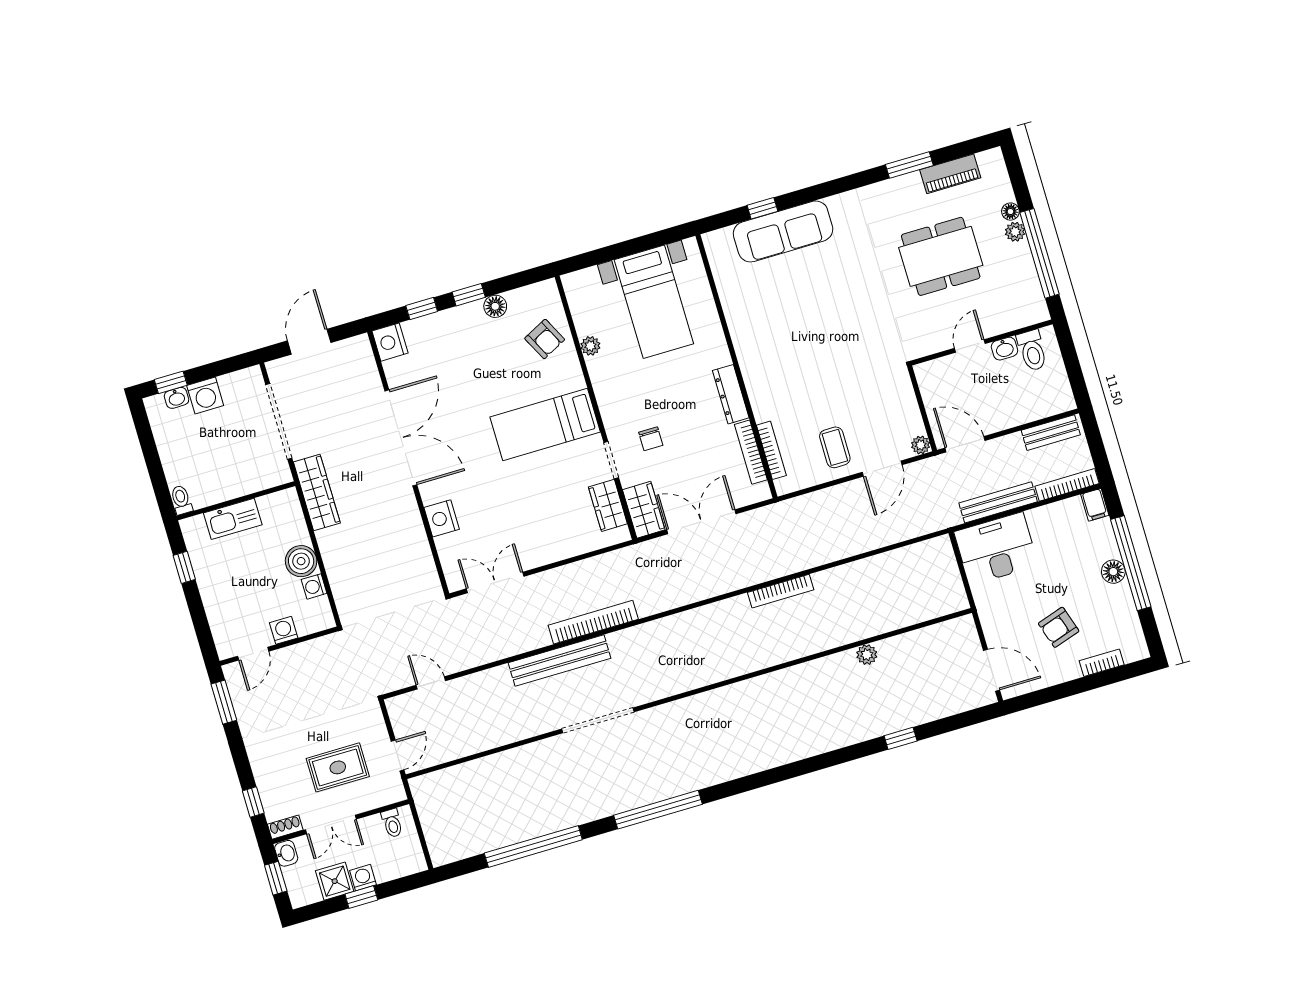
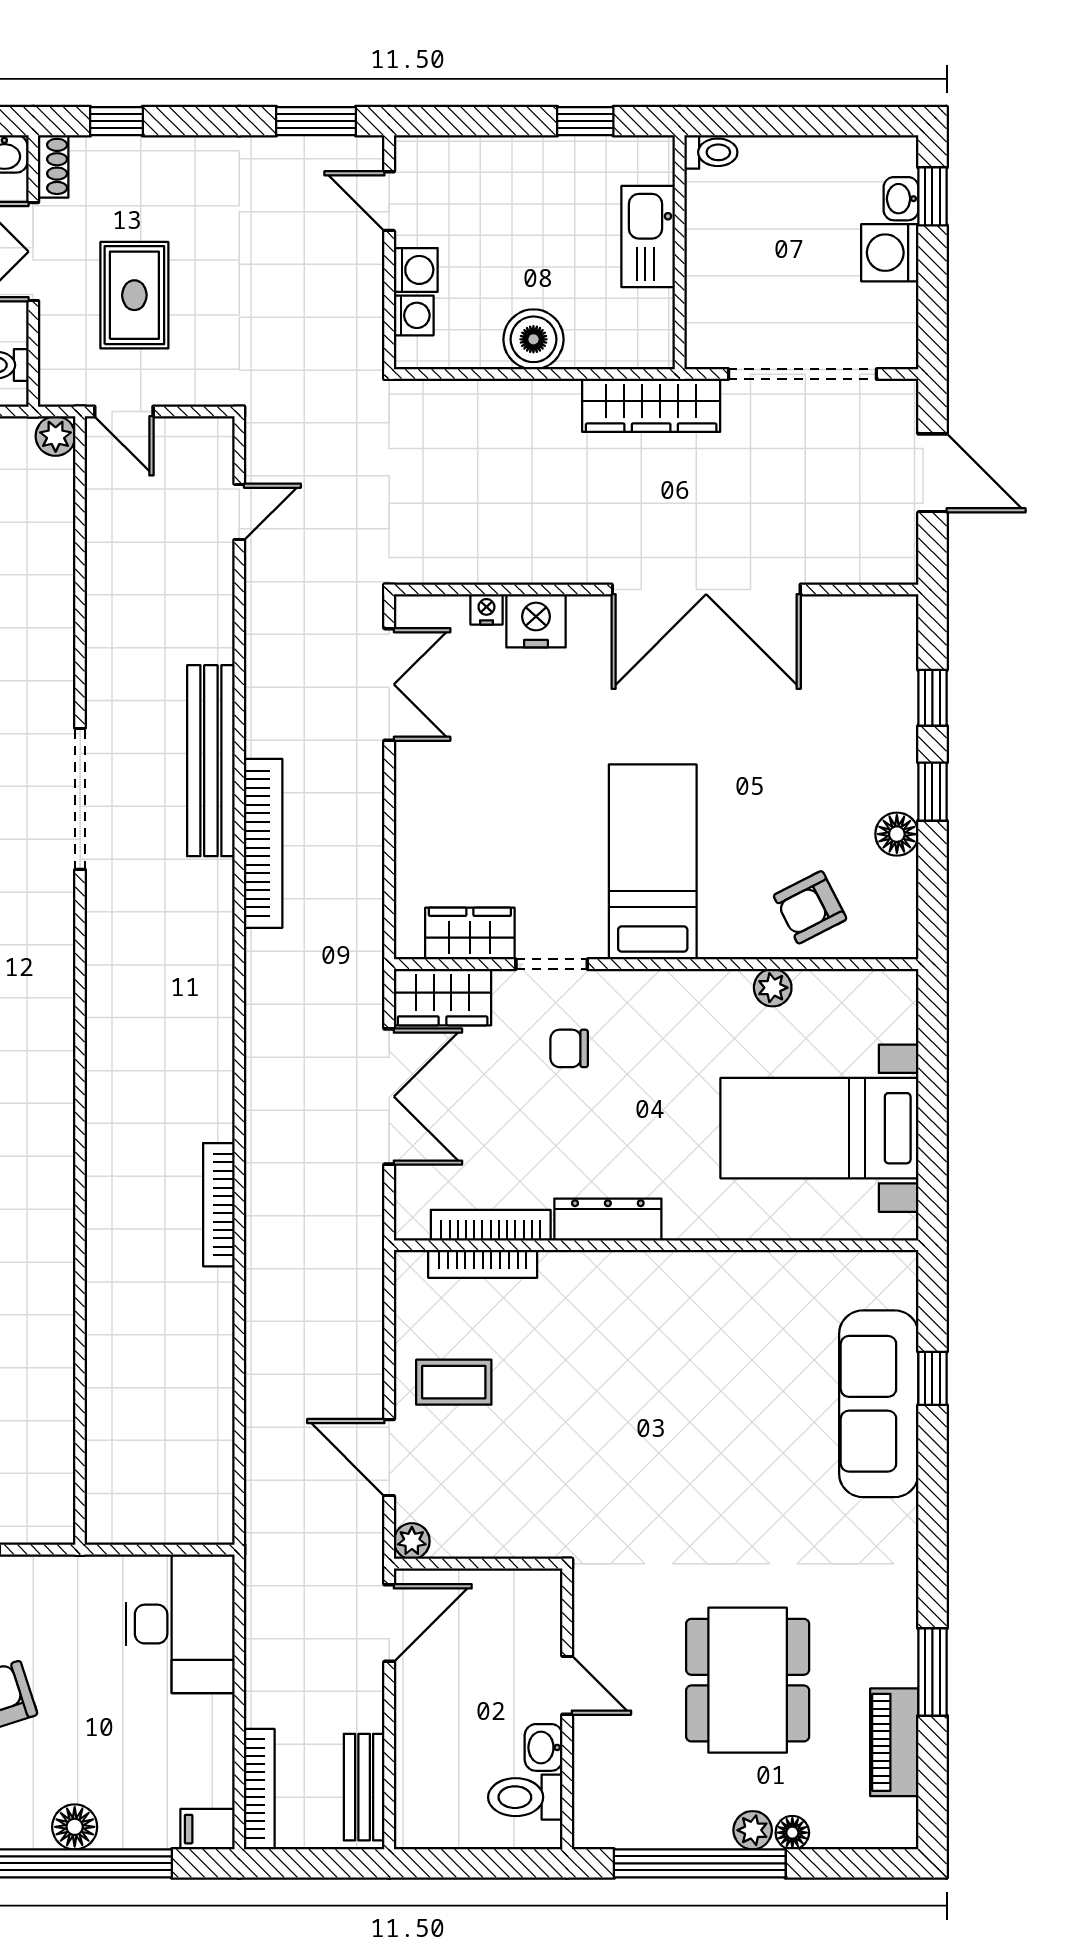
nightstand: (390, 342) -> (486, 609), moved, width x0.53, depth x0.56
bench: (998, 502) -> (264, 1653), removed
washing machine: (314, 586) -> (414, 315), moved, turned 90
plant: (867, 655) -> (56, 436), moved

